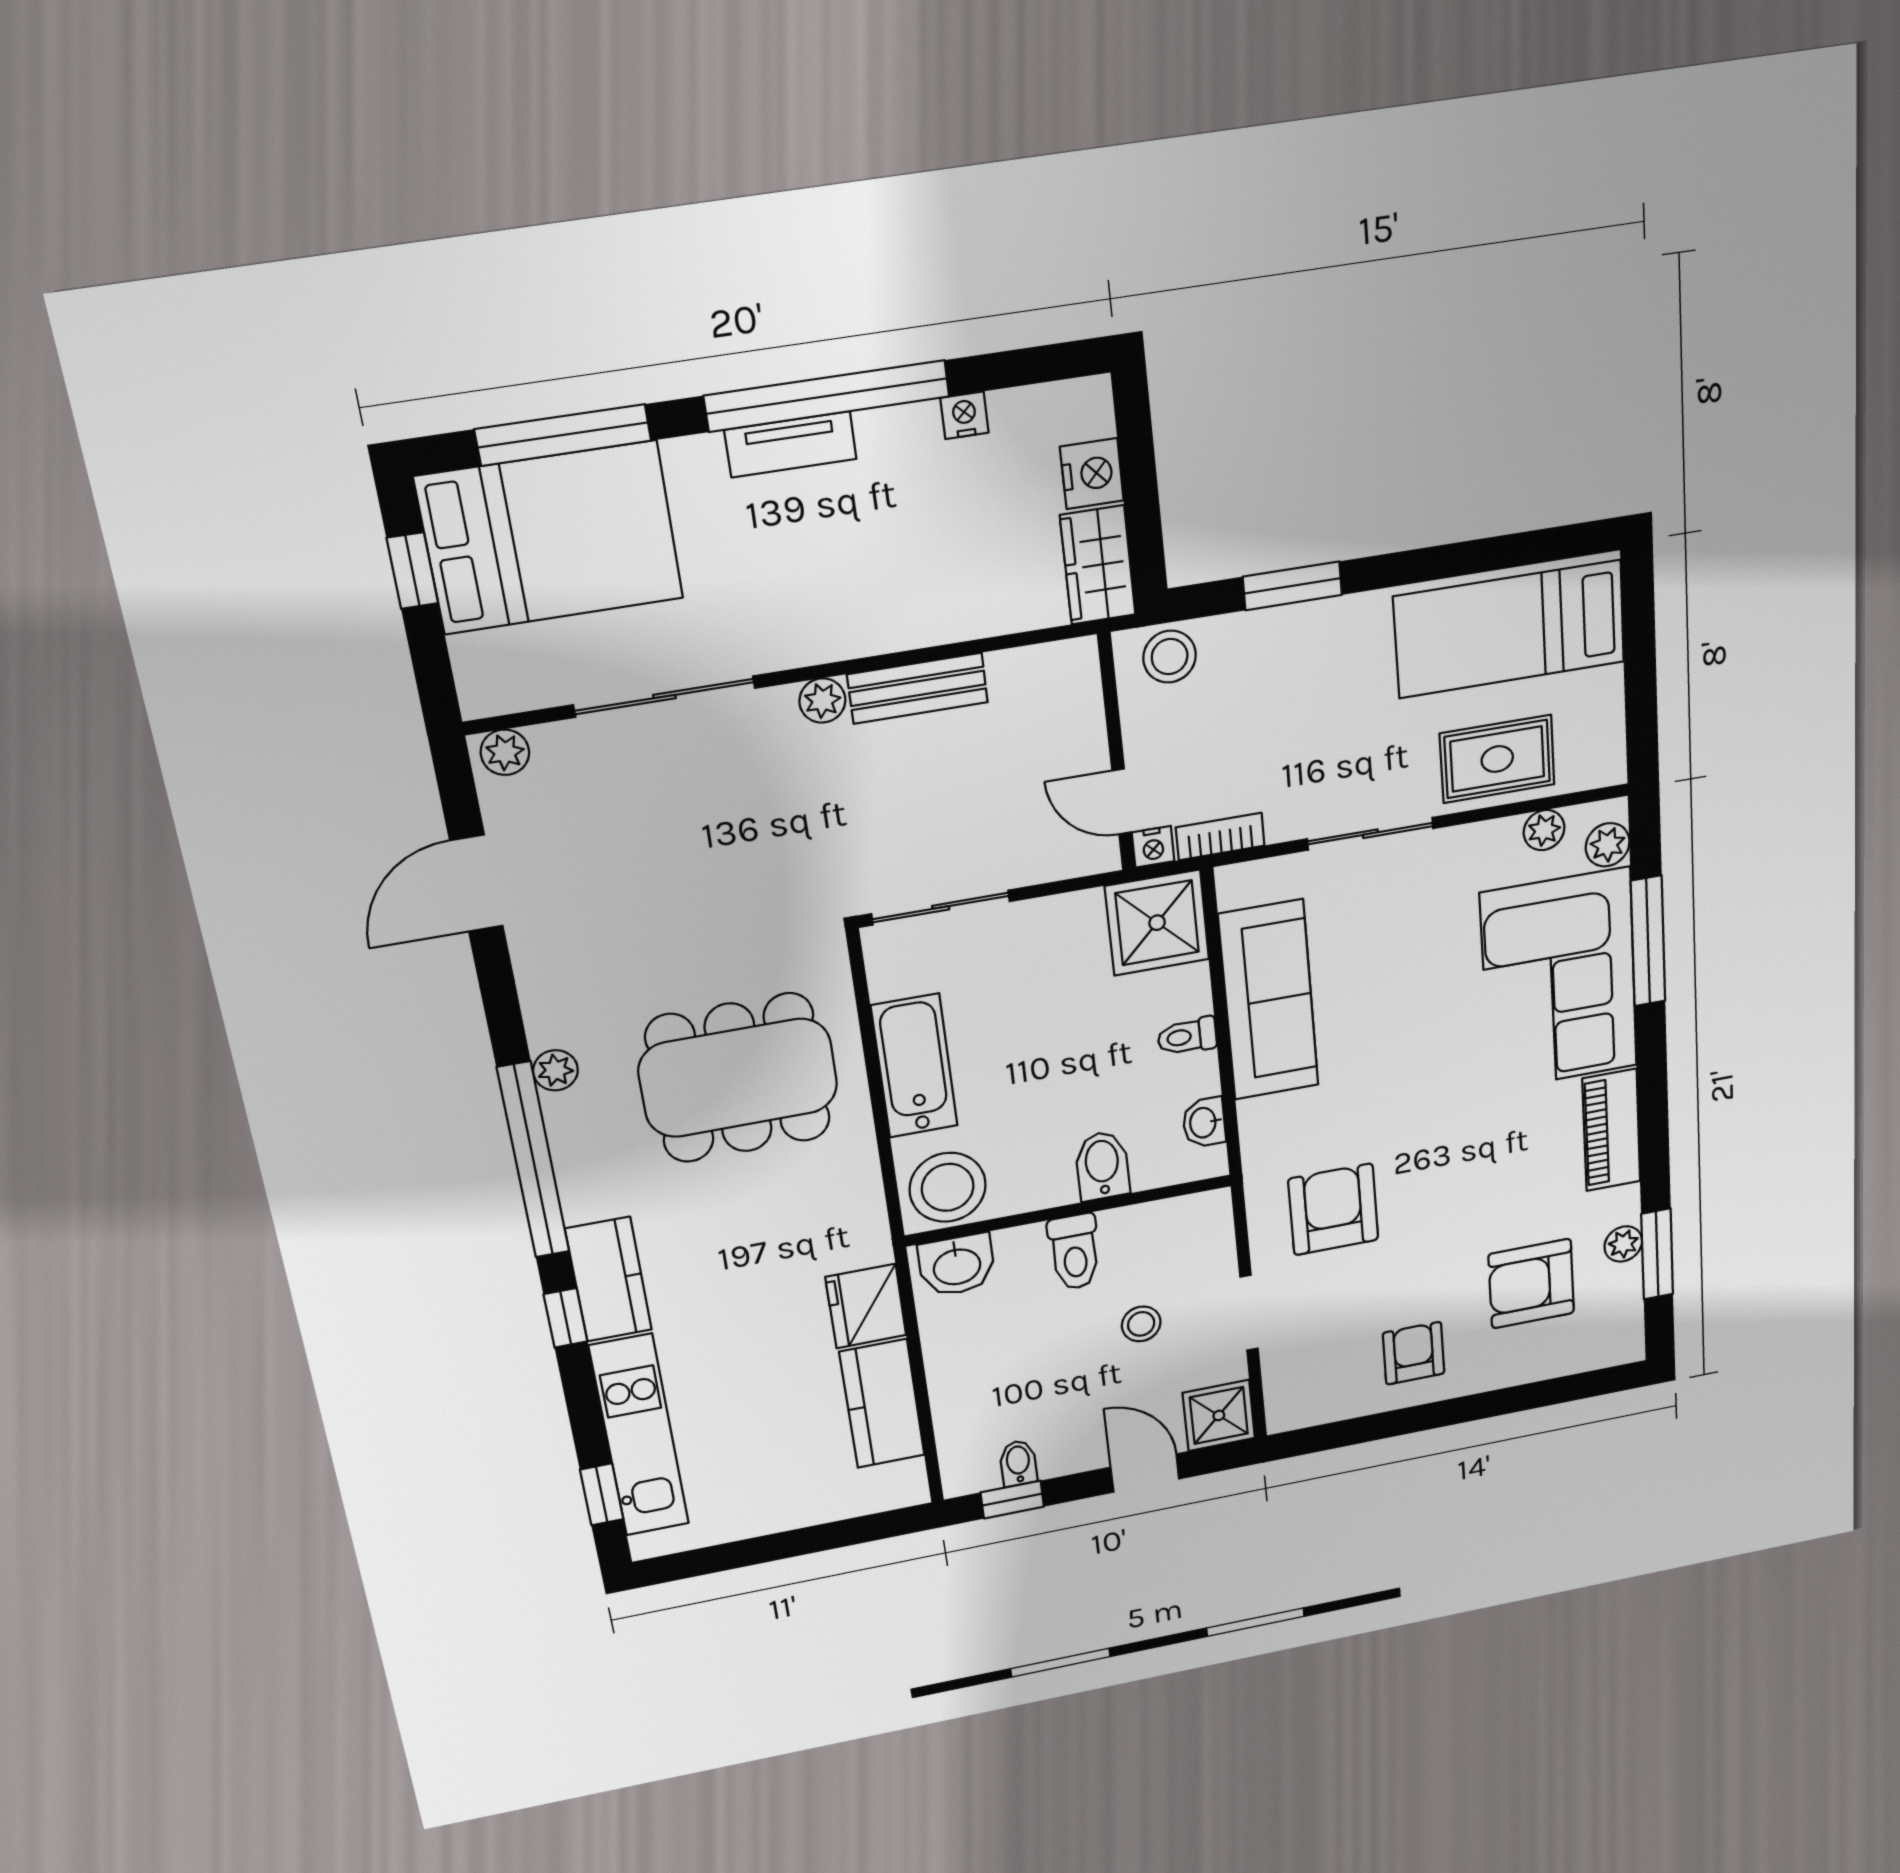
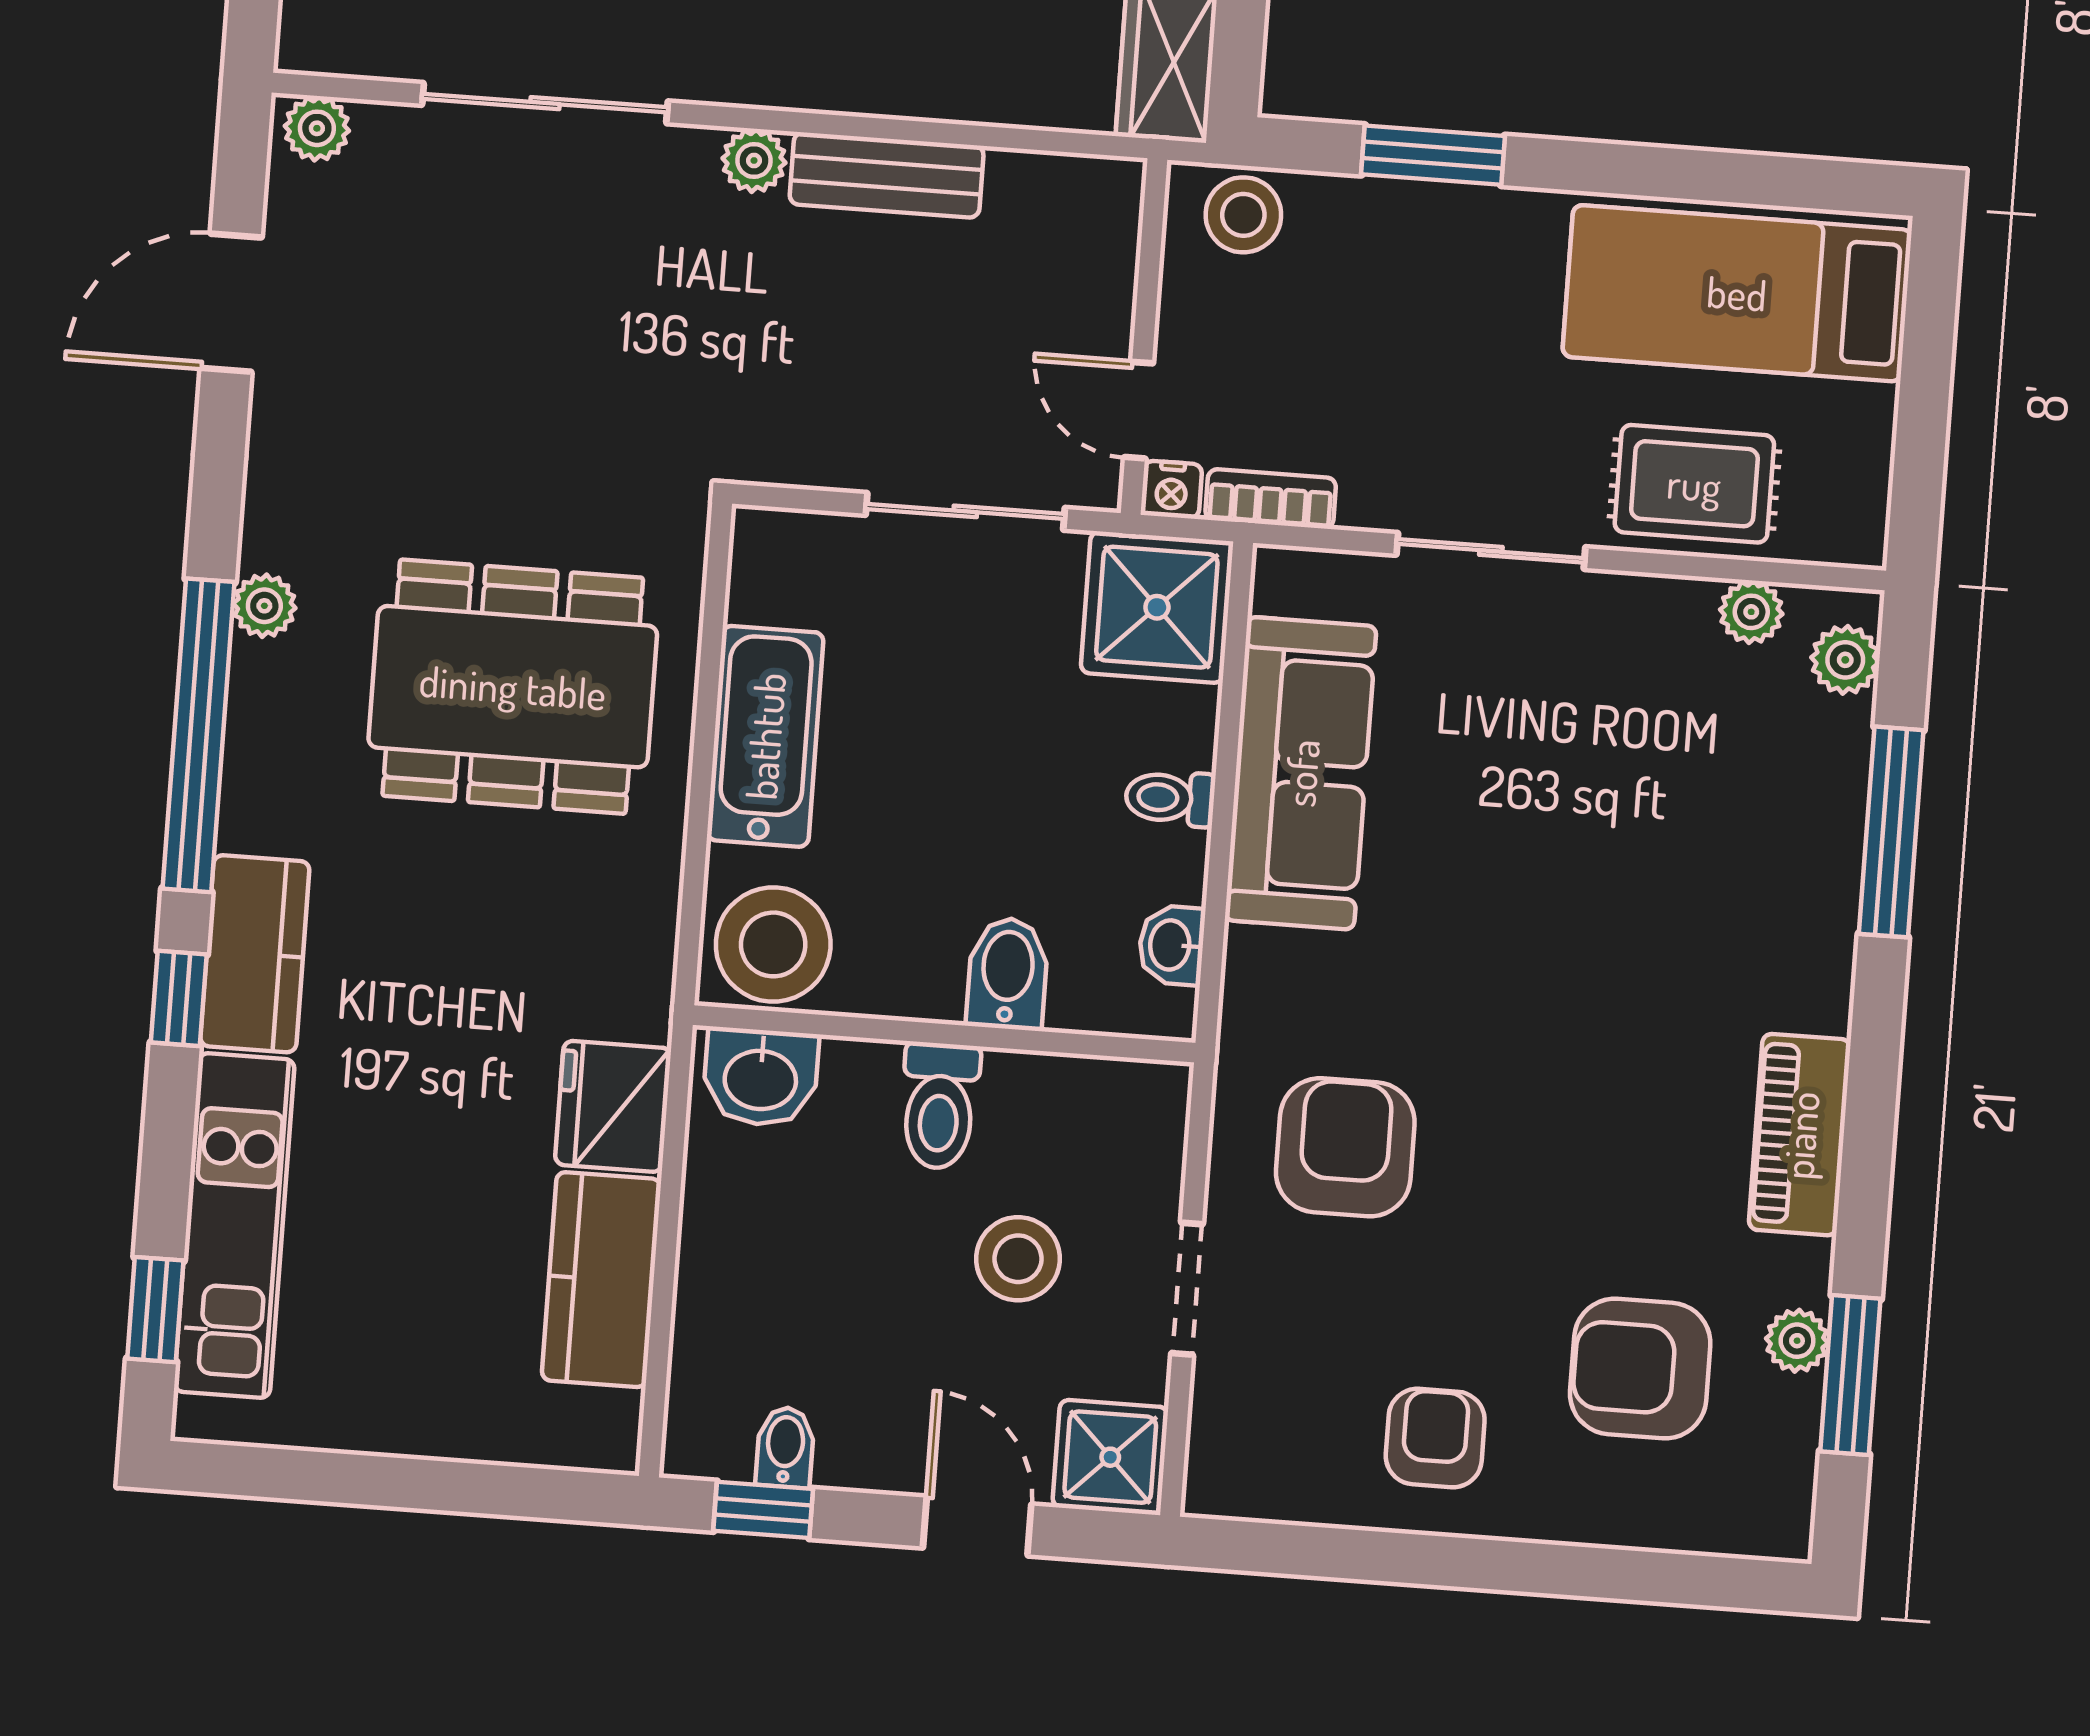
sliding door: (941, 908) -> (965, 511), moved
corner sofa: (1559, 980) -> (1746, 859), removed
stool: (1141, 1324) -> (1018, 1259), width x1.37, depth x1.37

